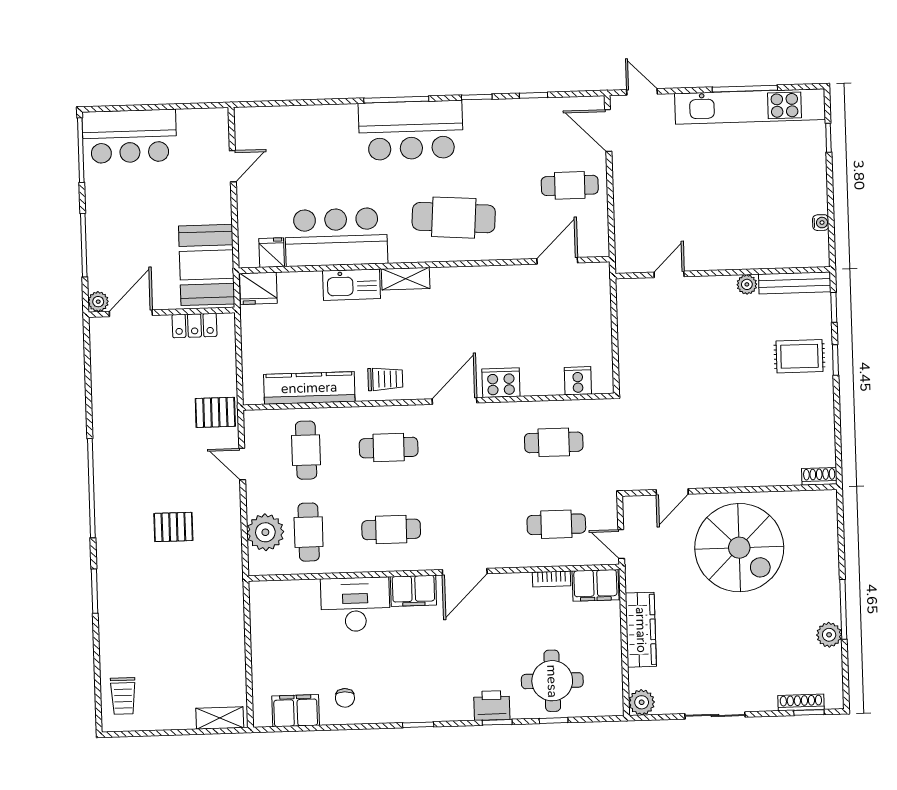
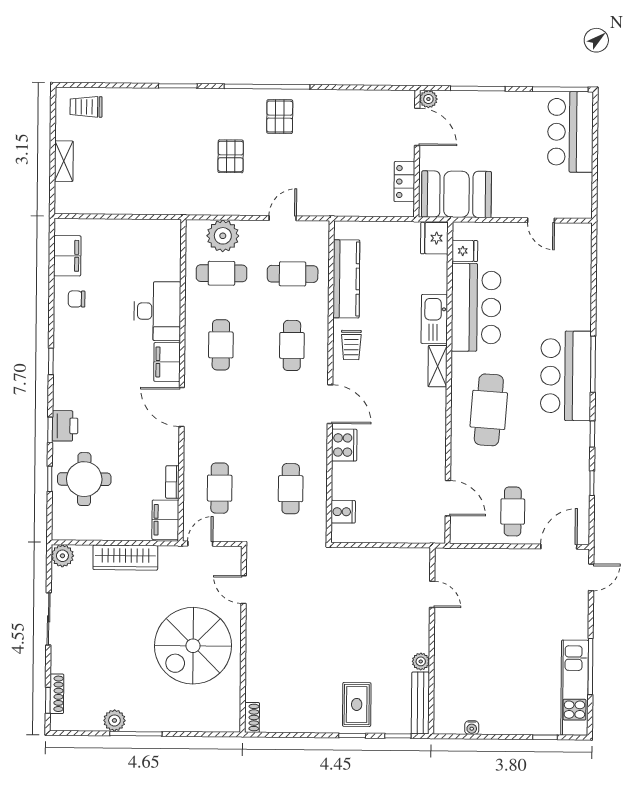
kitchen unit: (750, 106) -> (575, 688), width x0.73
pallet: (215, 412) -> (280, 117), moved
shelving: (220, 718) -> (64, 161), moved

